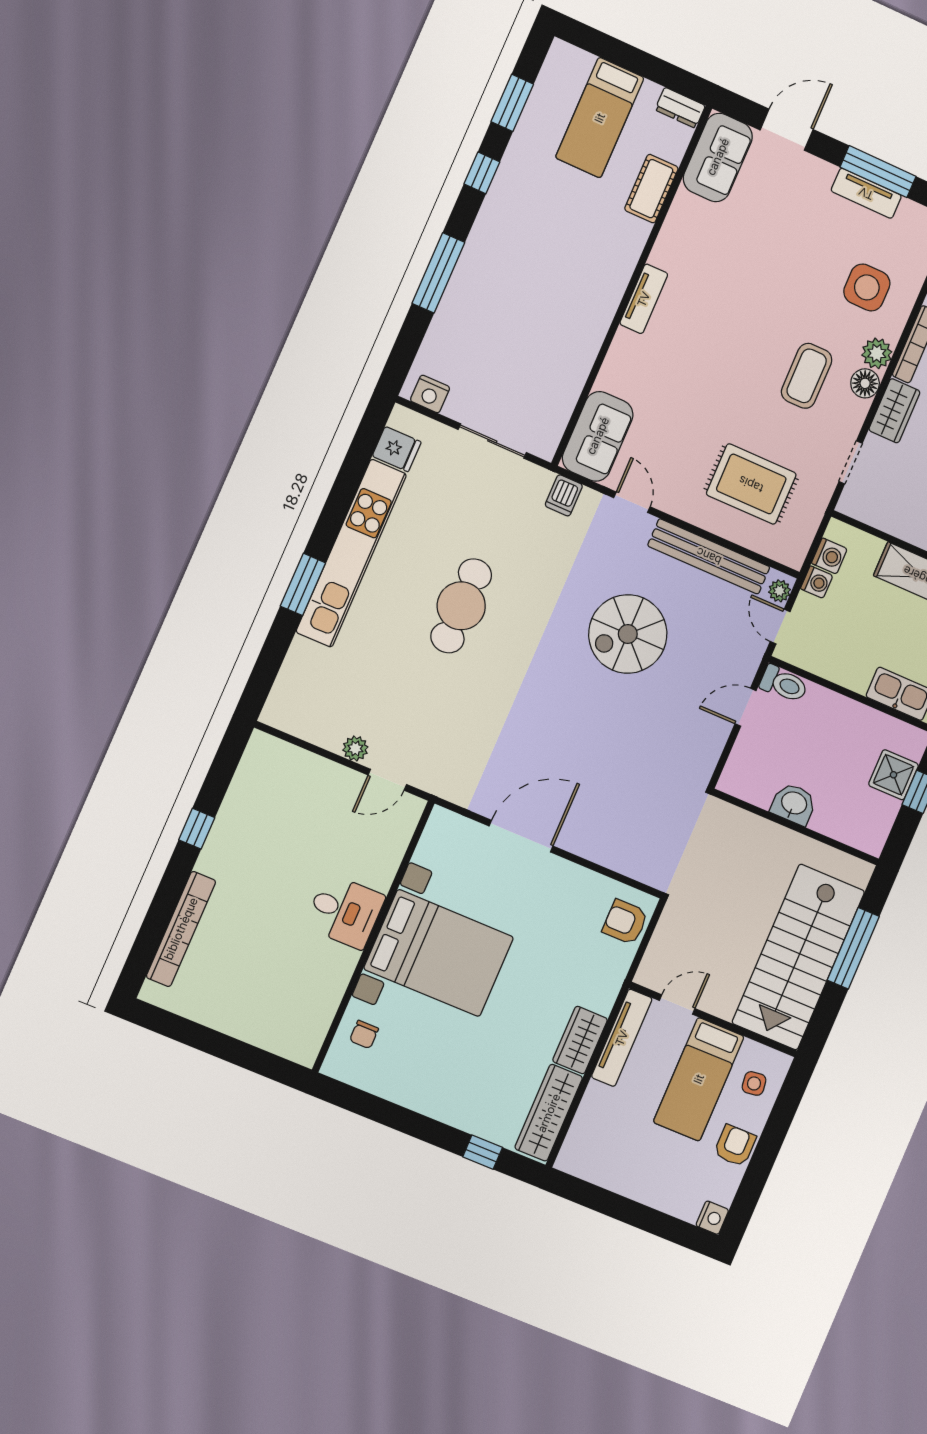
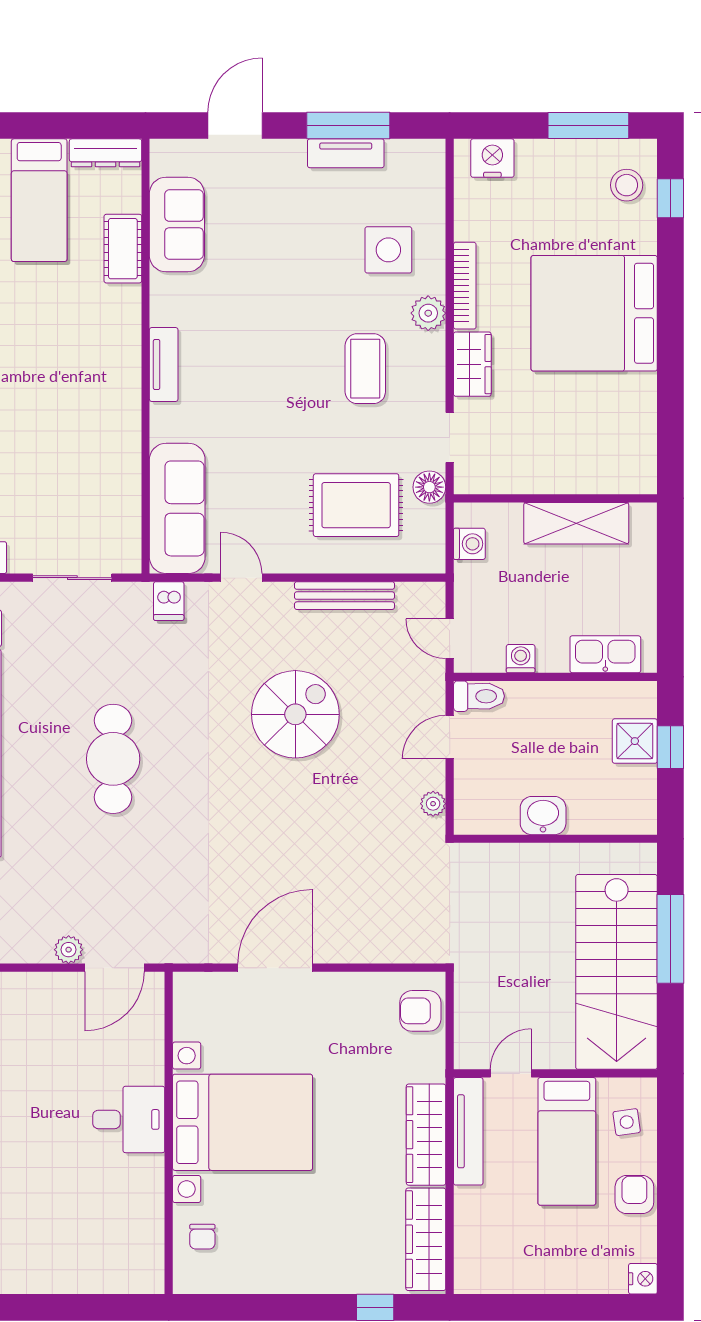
dresser: (680, 108) -> (106, 153), width x1.44
sofa: (718, 157) -> (177, 225), moved
floor lamp: (865, 383) -> (429, 487), moved
sofa: (598, 436) -> (177, 508), width x1.36
bench: (709, 556) -> (344, 596), width x0.73, depth x0.82
washing machine: (817, 582) -> (521, 659), moved, turned -90
plant: (780, 591) -> (433, 804), moved
spiral stairs: (628, 634) -> (295, 714), turned 180
door: (387, 780) -> (114, 968), width x1.38
wardrobe: (580, 1040) -> (426, 1135), width x1.50

